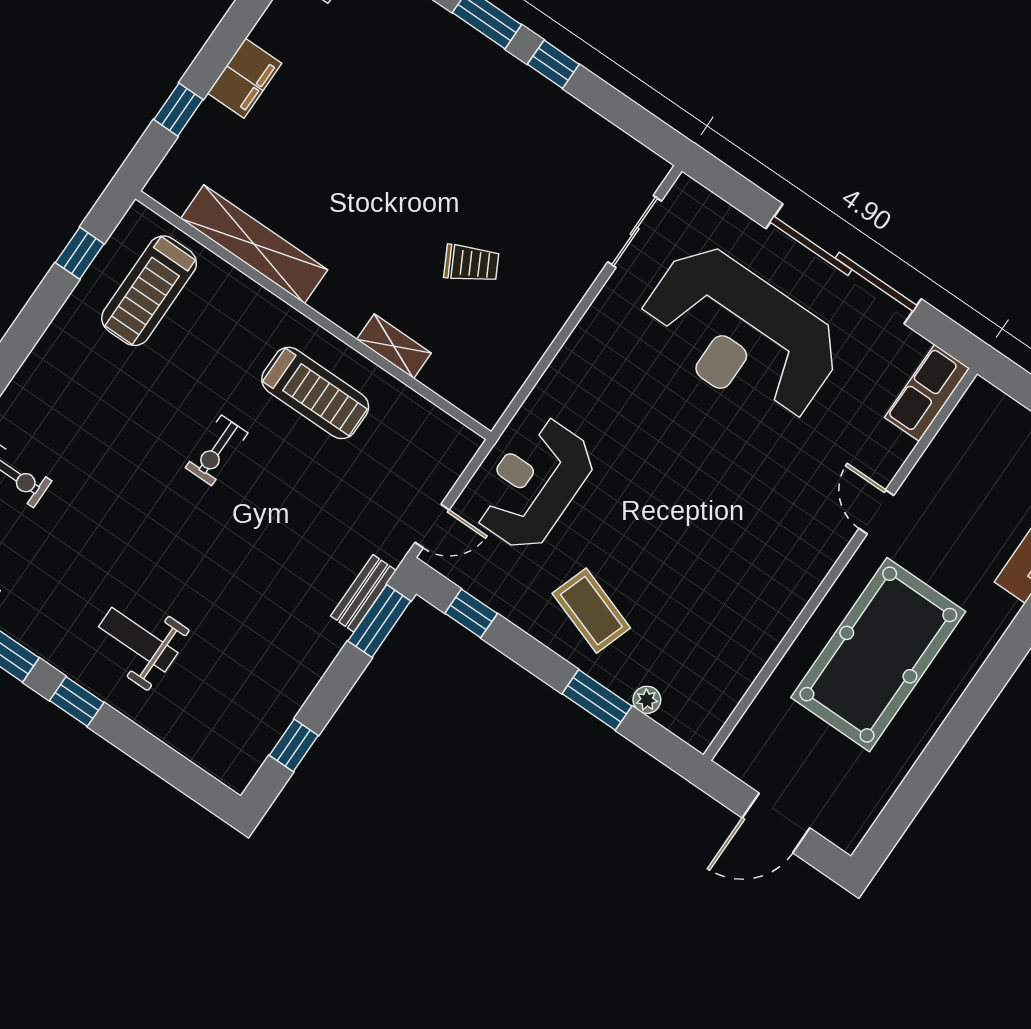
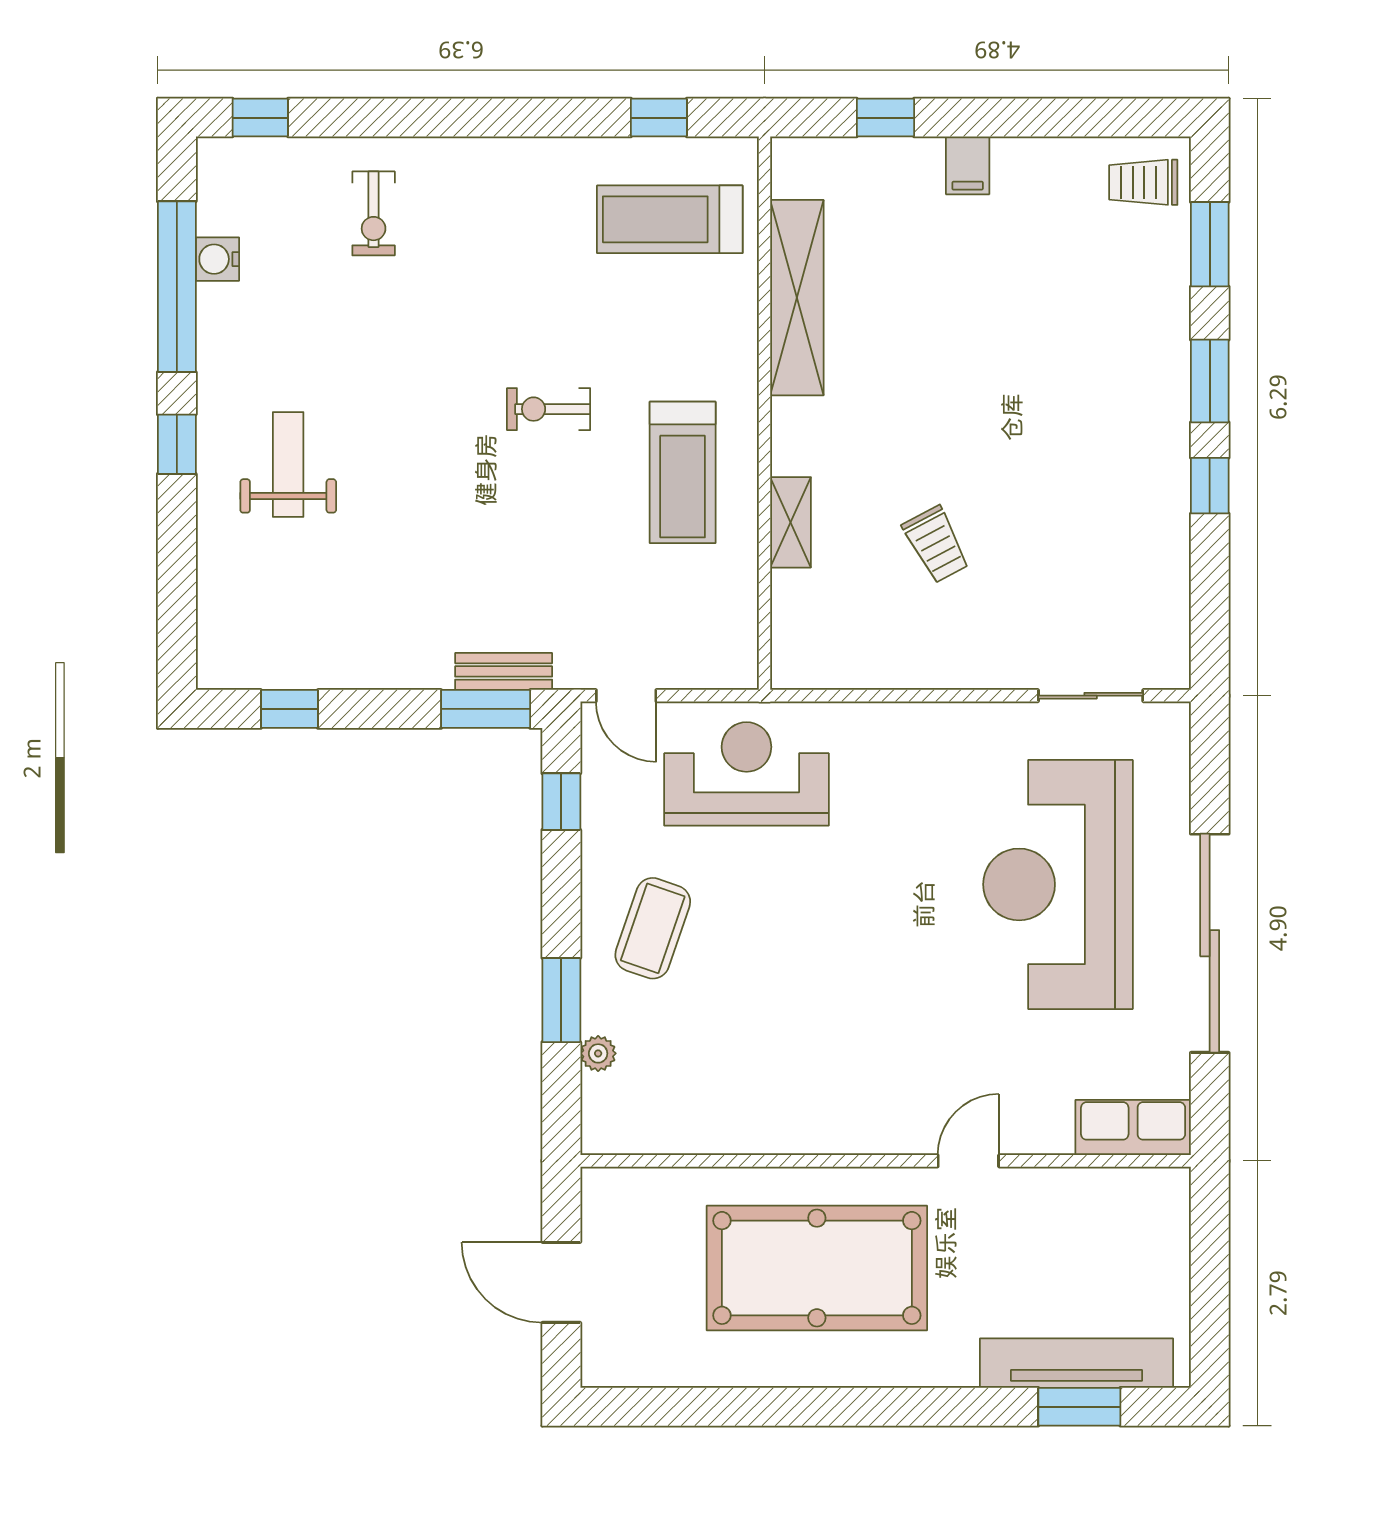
filing cabinet: (245, 78) -> (968, 165), width x0.50

